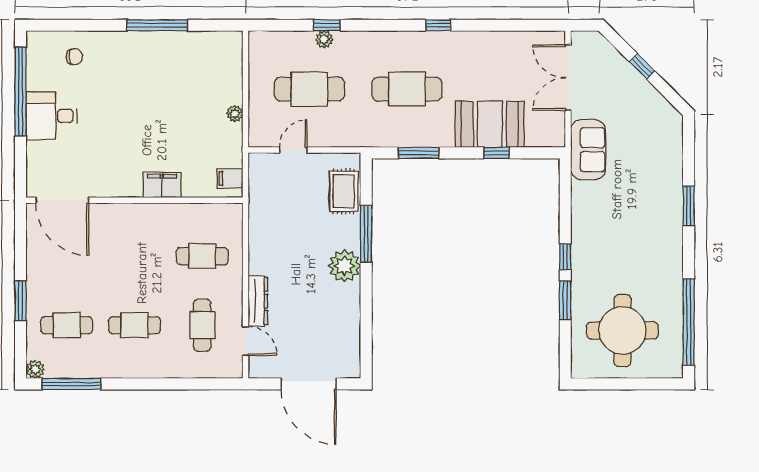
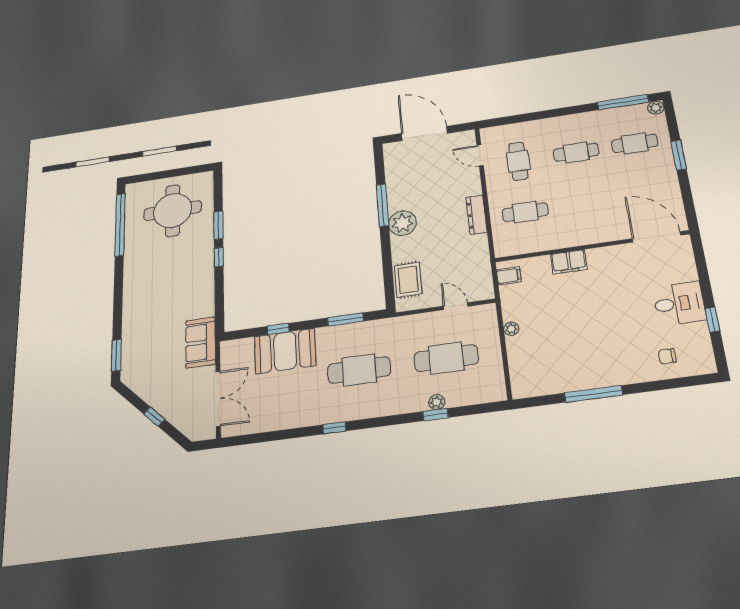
window: (20, 92) -> (712, 320), width x0.32
door: (293, 150) -> (455, 306), swing flipped
window: (689, 206) -> (116, 355), moved
window: (366, 234) -> (383, 205), moved
dresser: (258, 301) -> (476, 215), moved

